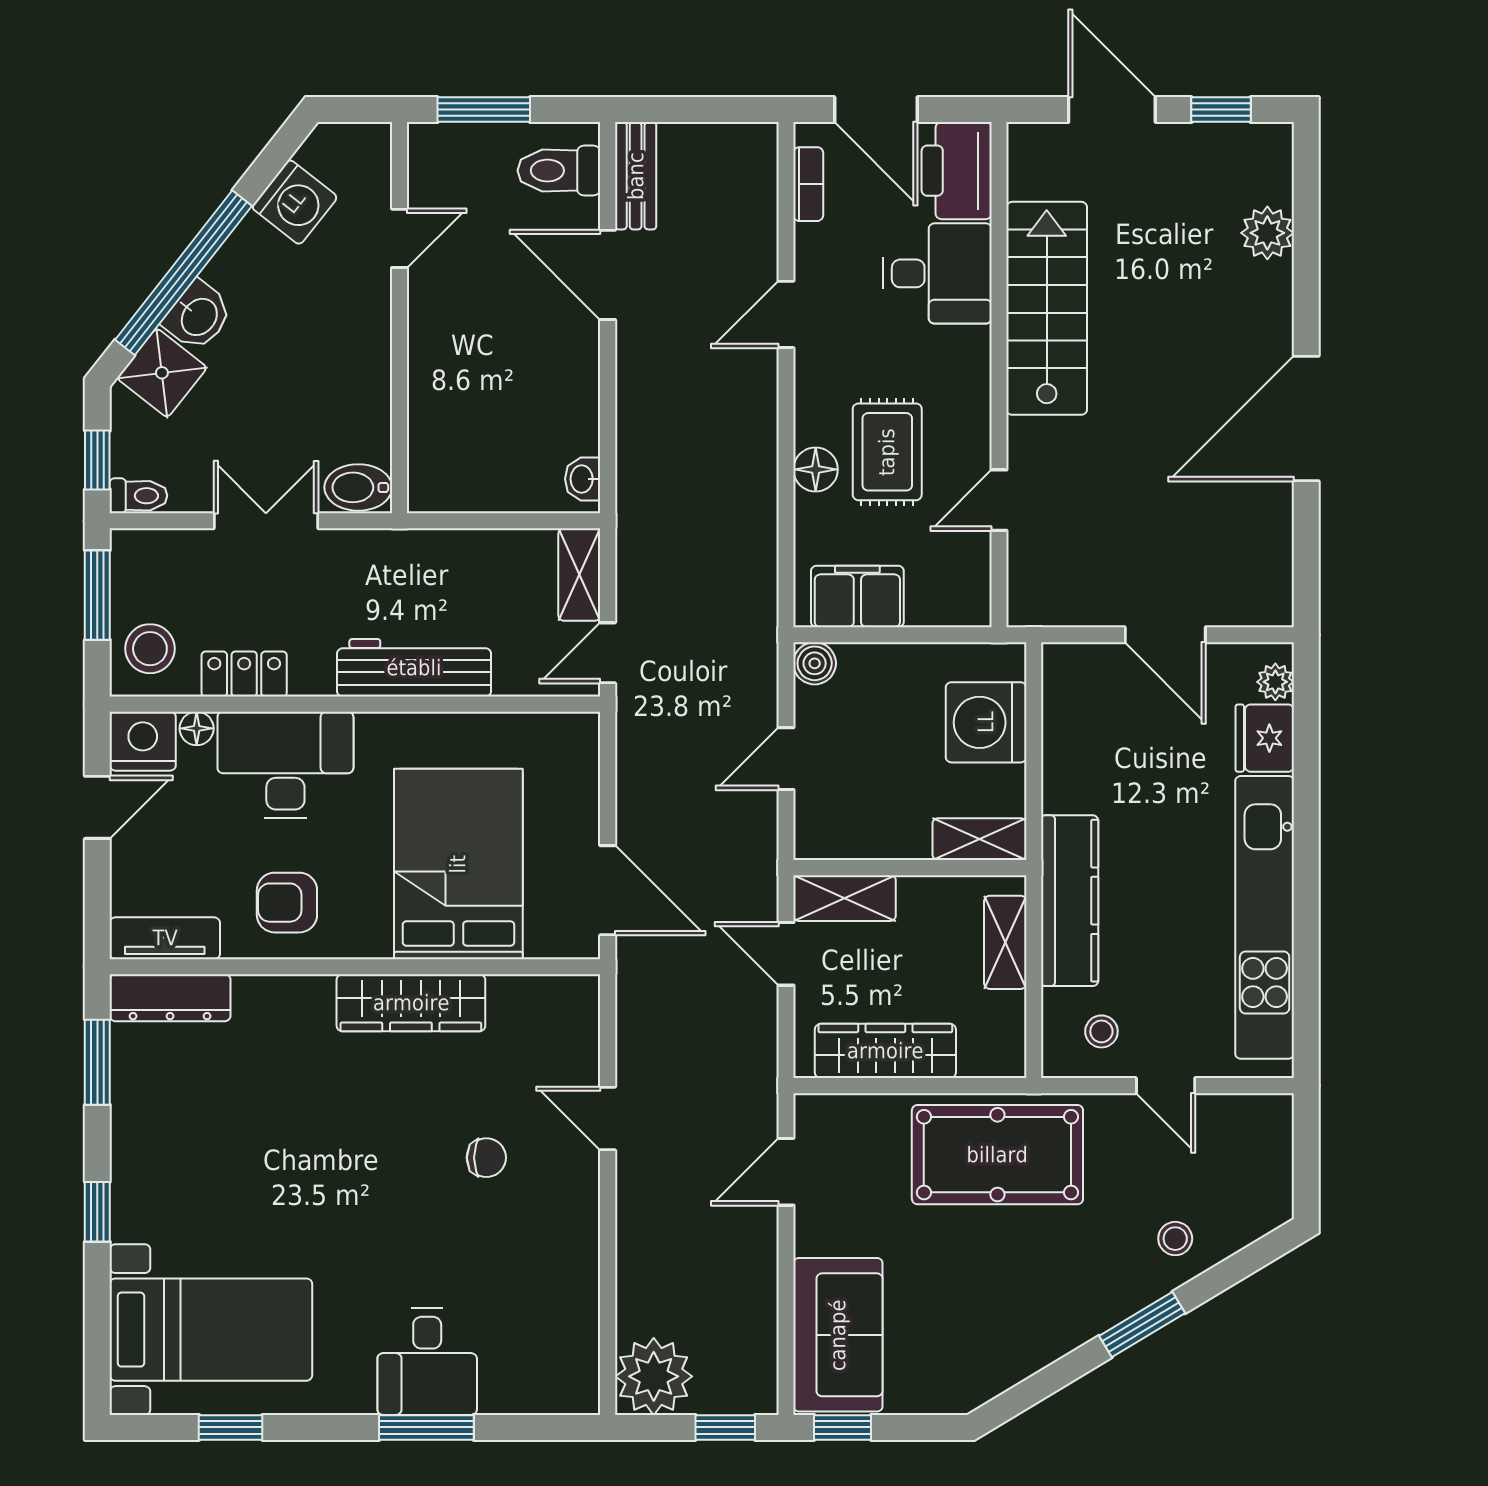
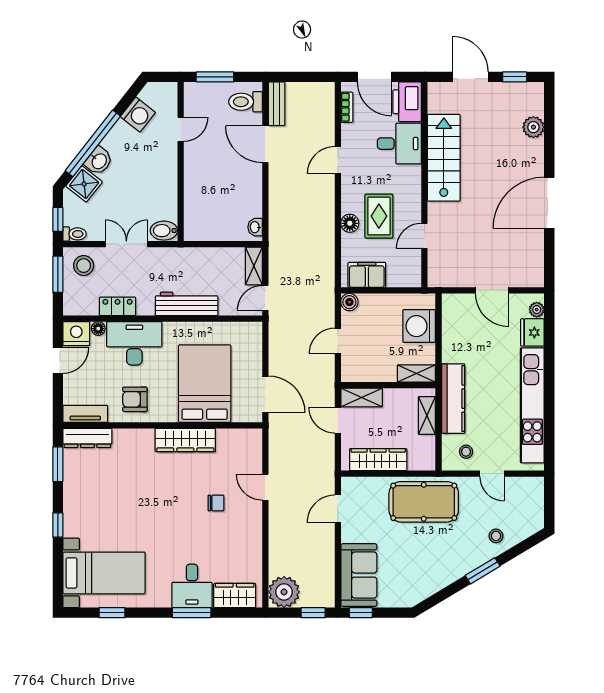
stool: (150, 649) -> (84, 266), moved
wardrobe: (532, 1385) -> (235, 595), added

